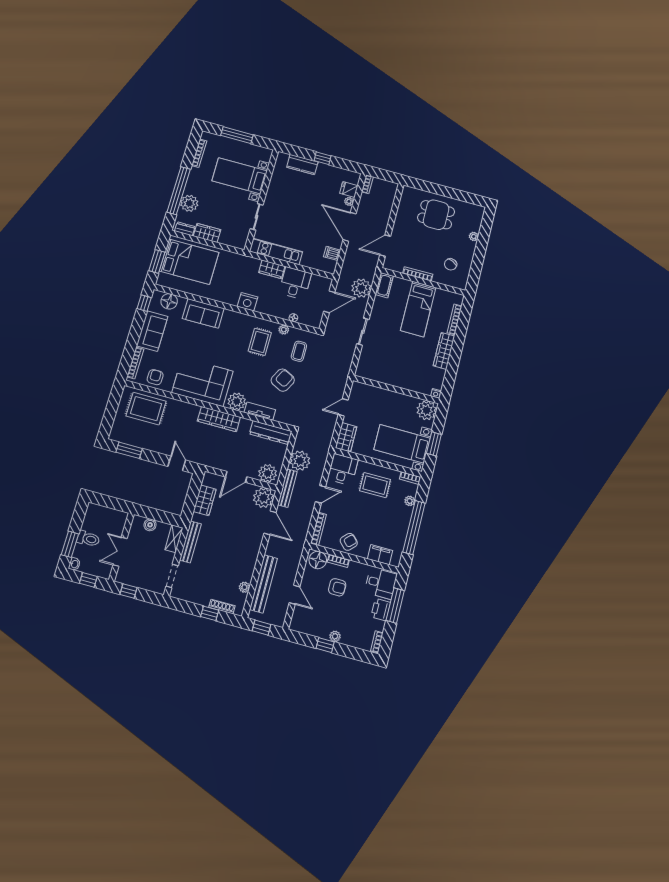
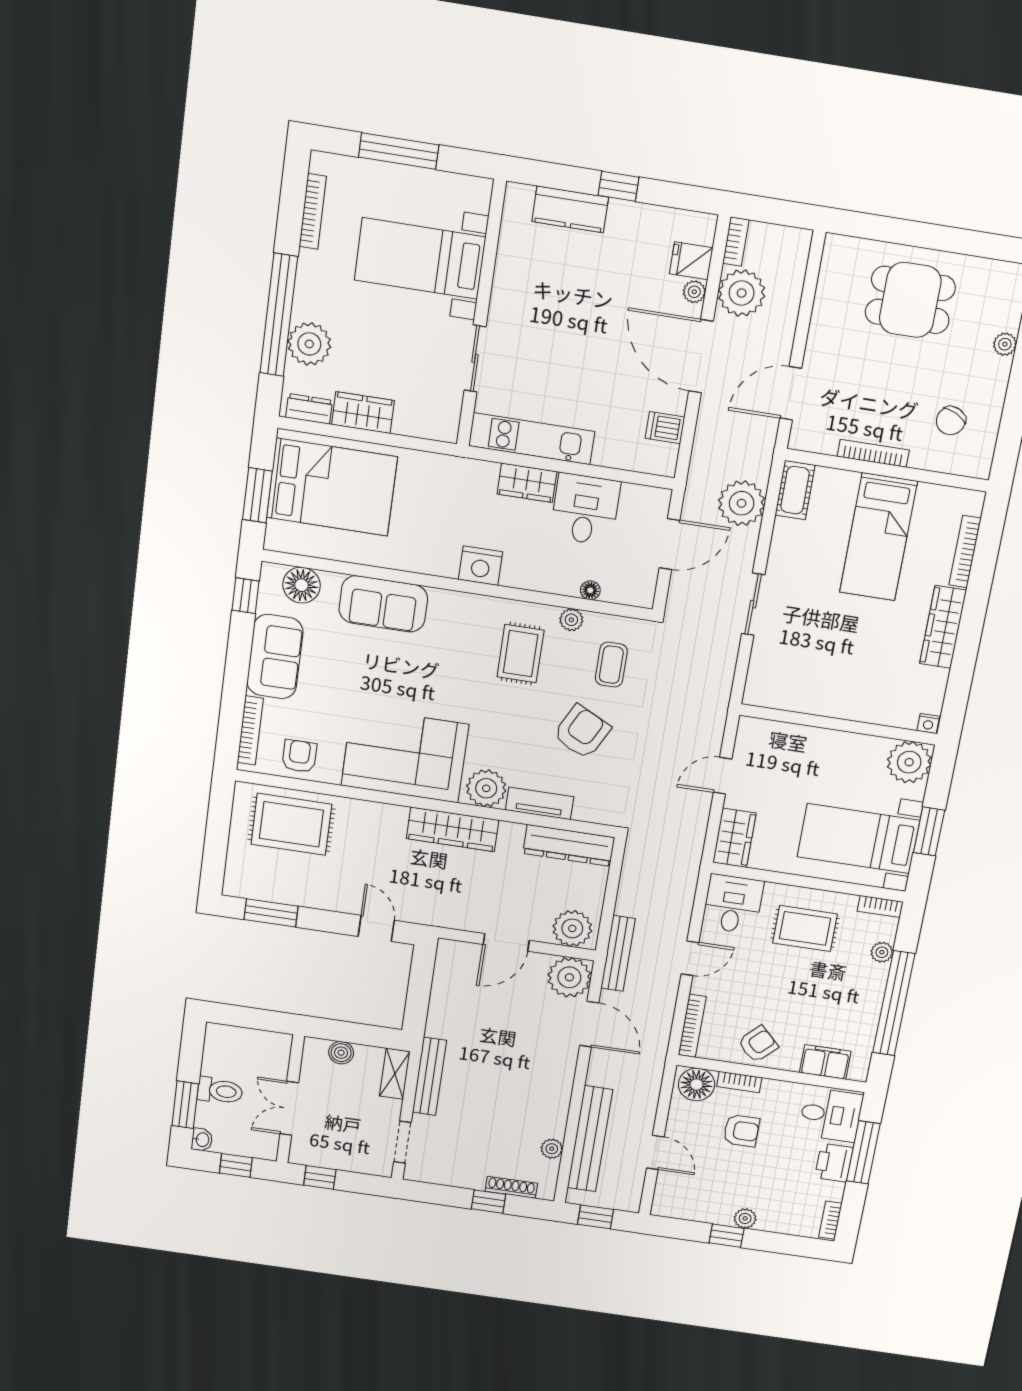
plant: (300, 461) -> (742, 293), moved
wardrobe: (205, 500) -> (447, 995), removed

